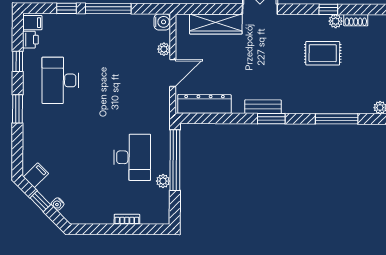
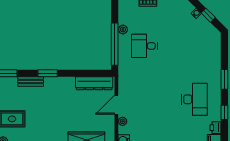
bench: (263, 107) -> (31, 82), moved
desk: (132, 157) -> (144, 46), width x0.73
filing cabinet: (36, 175) -> (211, 33), removed

